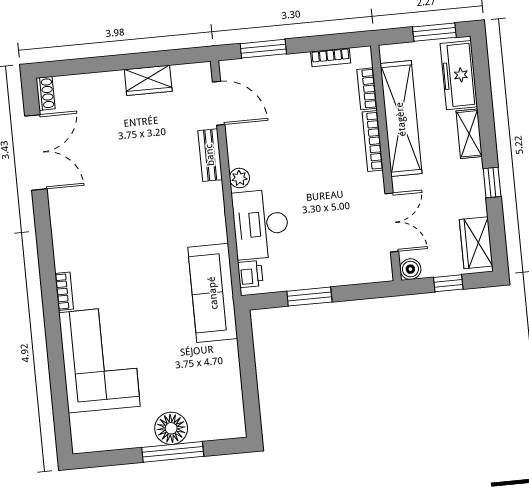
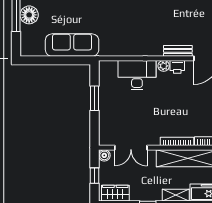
printer: (250, 274) -> (177, 67), moved
sofa: (213, 293) -> (72, 45), moved

